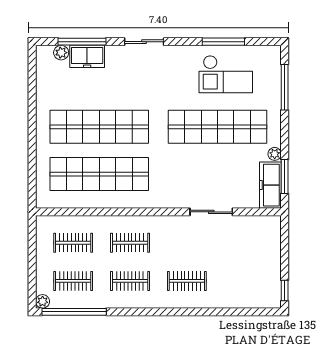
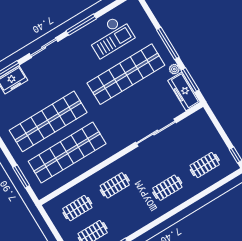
window: (223, 42) -> (81, 25), moved
window: (285, 87) -> (168, 43), moved
window: (32, 170) -> (21, 176), added
sliding door: (211, 212) -> (156, 133), width x1.37
clothes rail: (130, 281) -> (205, 165), moved

